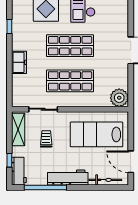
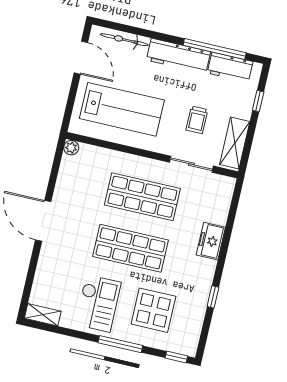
plant: (119, 98) -> (71, 148), width x0.53, depth x0.53
workbench: (19, 171) -> (230, 67), moved, turned -90

